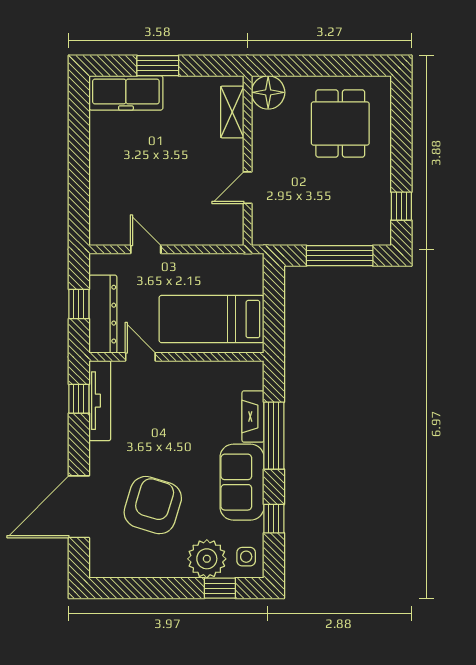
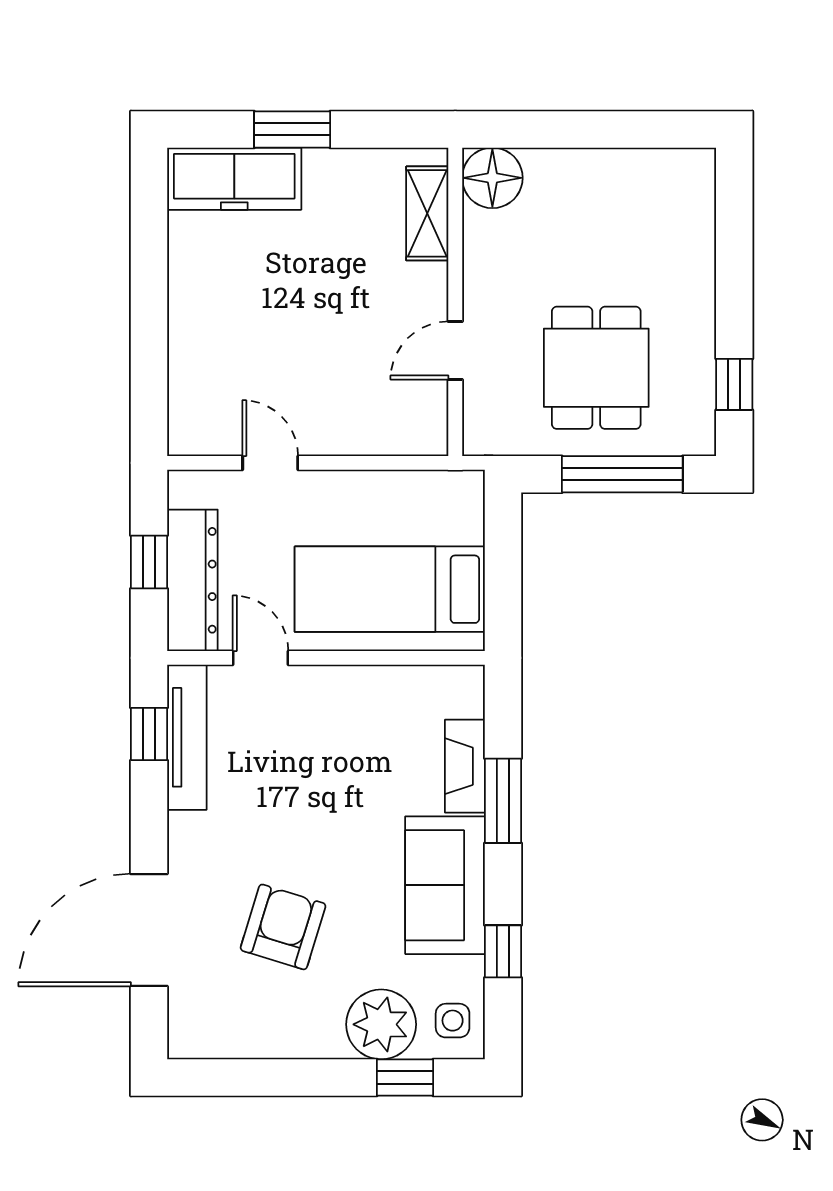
dining table: (340, 124) -> (596, 368), moved
window: (274, 436) -> (503, 801), width x0.69
armchair: (153, 505) -> (283, 927), width x0.73, depth x0.73

